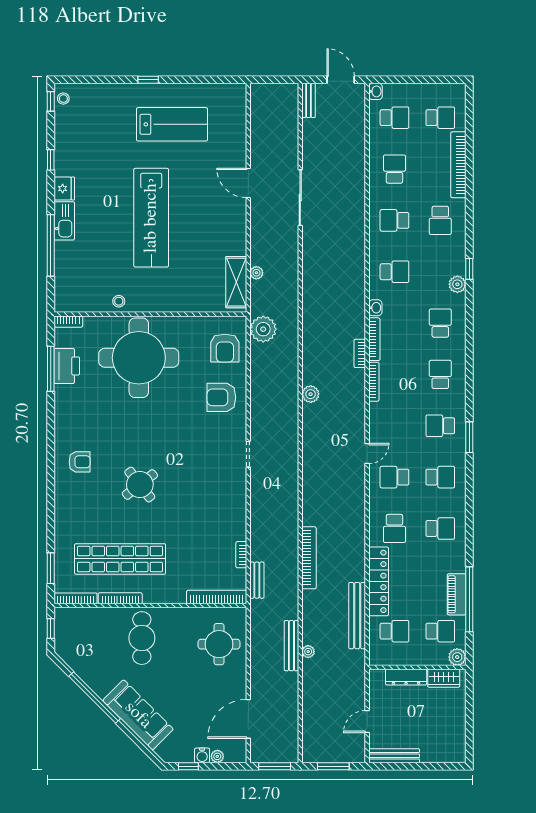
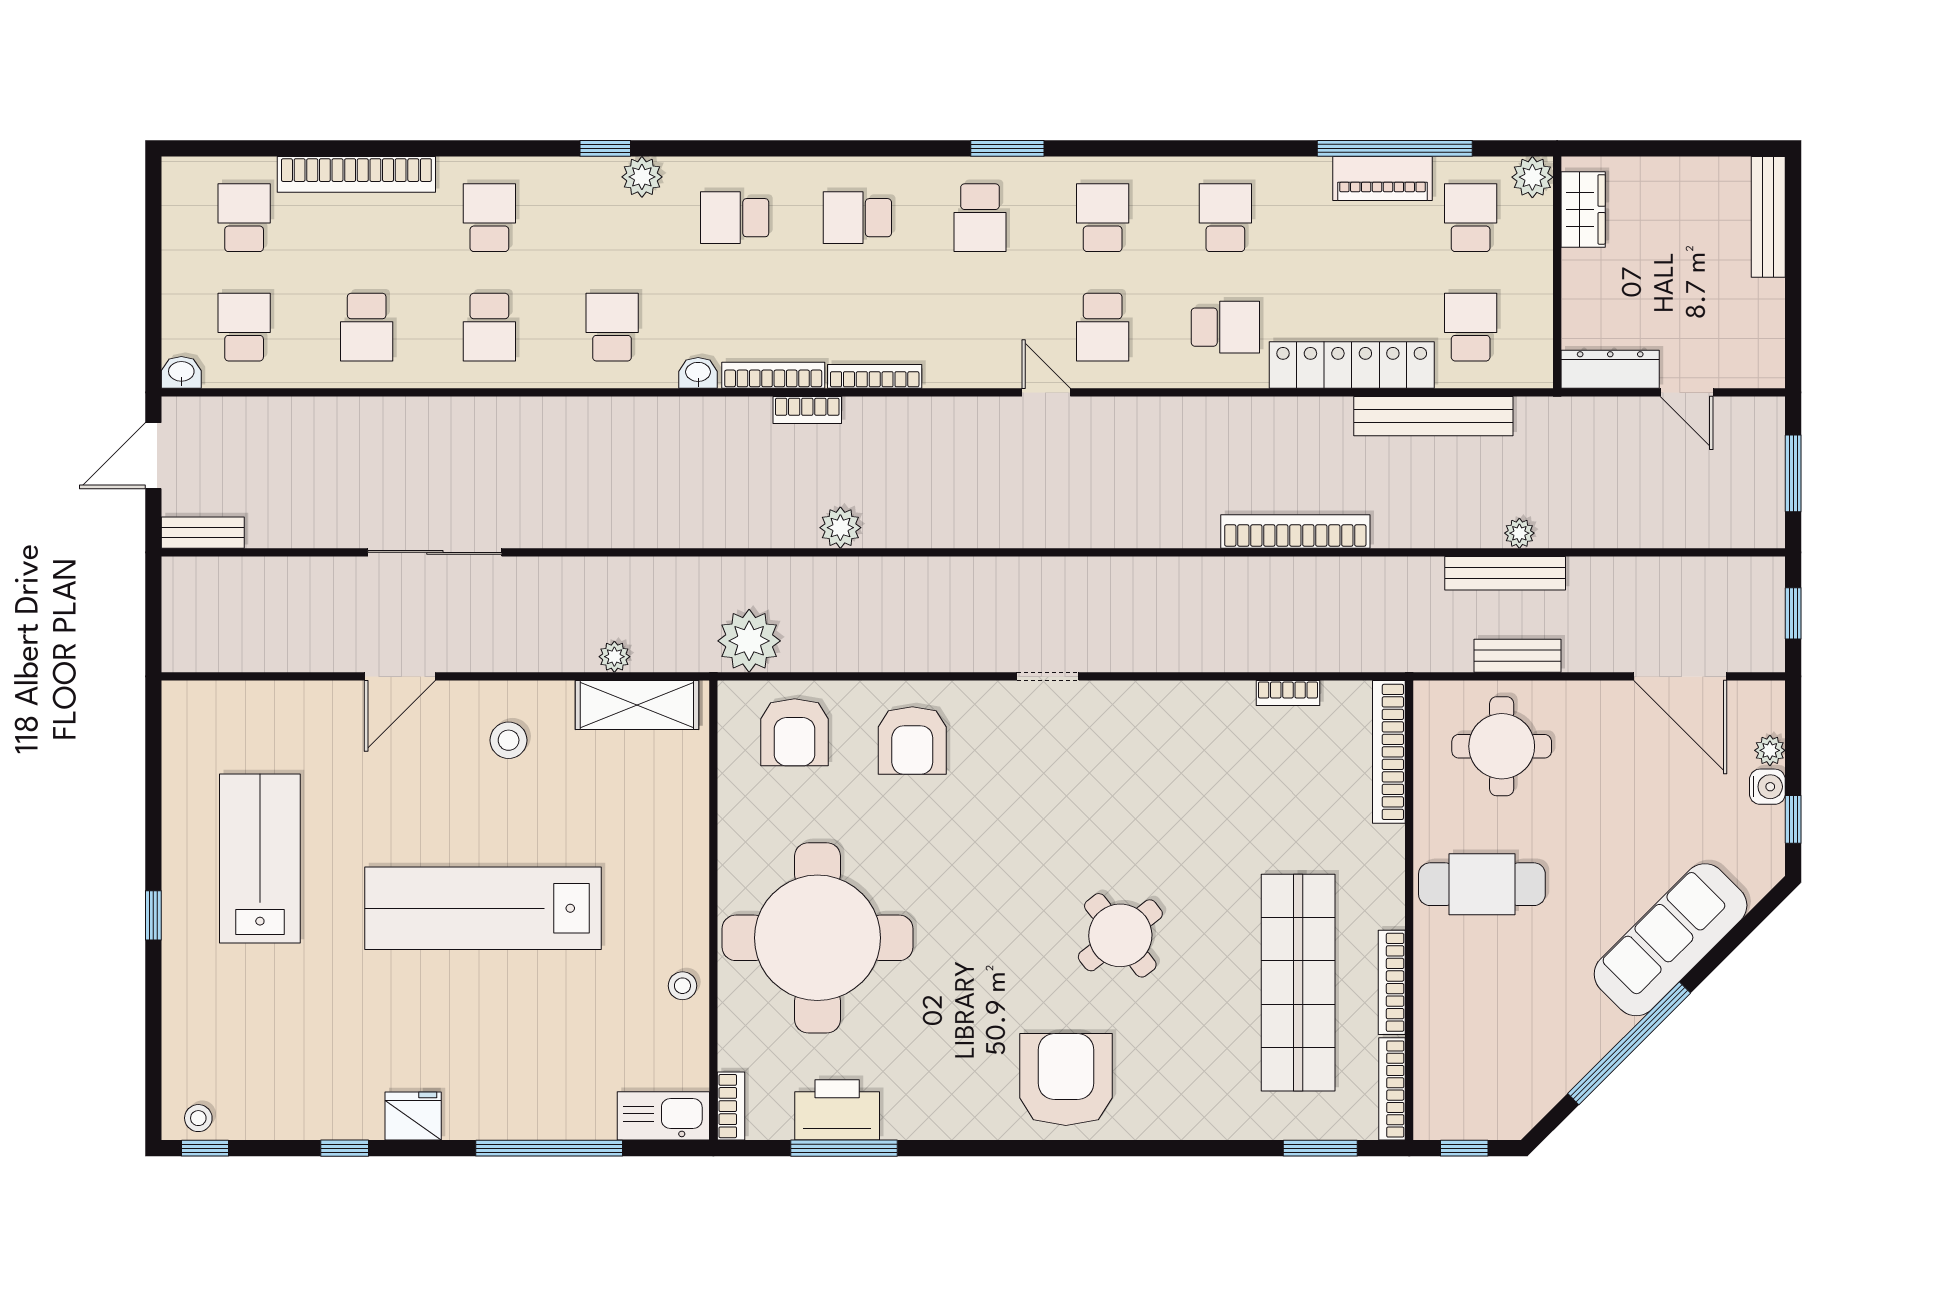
school desk: (394, 169) -> (367, 327), turned -90
lab bench: (151, 218) -> (483, 908), turned 180
school desk: (440, 220) -> (489, 218), turned -90
kitchen sink: (64, 221) -> (663, 1116), moved
stool: (222, 228) -> (509, 740), added
armchair: (225, 348) -> (795, 732), turned 90
plant: (311, 394) -> (840, 528), moved
armchair: (80, 462) -> (1066, 1079), width x1.88, depth x1.88
bench: (257, 580) -> (1517, 656), moved
cafe table: (142, 638) -> (1482, 884), moved
dresser: (406, 677) -> (1610, 369), moved, turned -90
bench: (394, 756) -> (1768, 217), moved
window: (275, 766) -> (1793, 613), width x0.67

